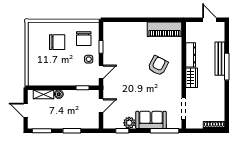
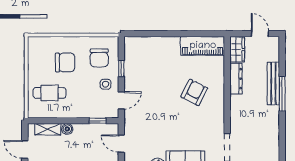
cafe table: (45, 66) -> (49, 93), added
wardrobe: (192, 78) -> (237, 49), moved
door: (101, 106) -> (121, 144), swing flipped

